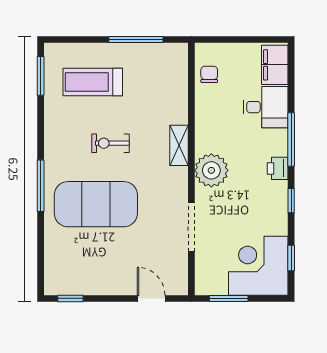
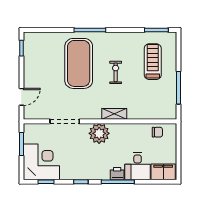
printer: (278, 168) -> (117, 174), moved

